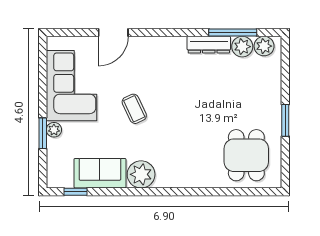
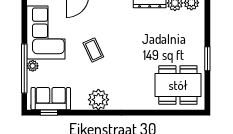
window: (43, 133) -> (24, 68), width x2.11
dining table: (246, 155) -> (178, 85), width x1.38
sofa: (100, 173) -> (51, 99), moved

